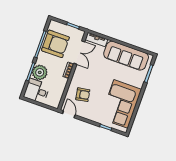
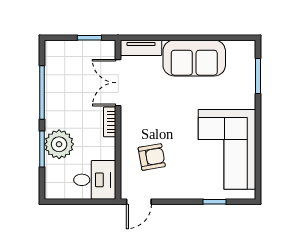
armchair: (55, 44) -> (69, 82), removed
double door: (79, 53) -> (118, 83), swing flipped
sofa: (126, 56) -> (194, 58), width x0.73
desk: (37, 91) -> (95, 180), moved, turned 180
door: (69, 114) -> (139, 202), swing flipped

